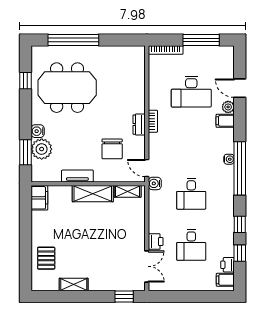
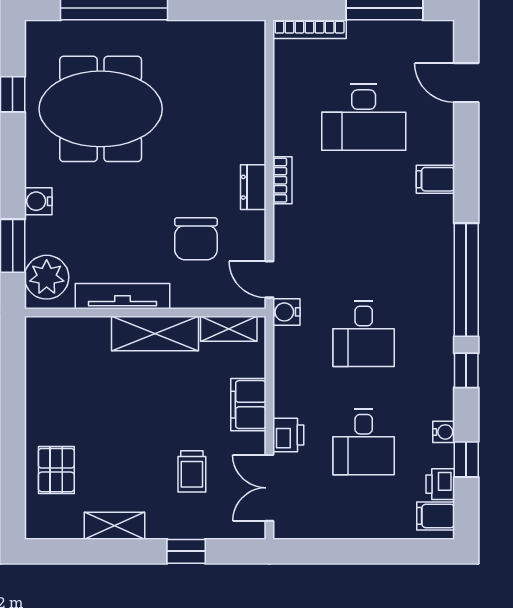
door: (240, 88) -> (466, 83), moved
plant: (228, 107) -> (442, 150), removed
plant: (42, 149) -> (47, 277), moved
water cooler: (229, 159) -> (444, 432), moved
tv unit: (77, 176) -> (122, 296), width x1.41
filing cabinet: (39, 198) -> (248, 405), moved, turned 180
window: (240, 224) -> (466, 370), moved
trolley: (110, 259) -> (192, 471), added
double door: (147, 266) -> (269, 488), swing flipped
window: (124, 296) -> (186, 551), moved

